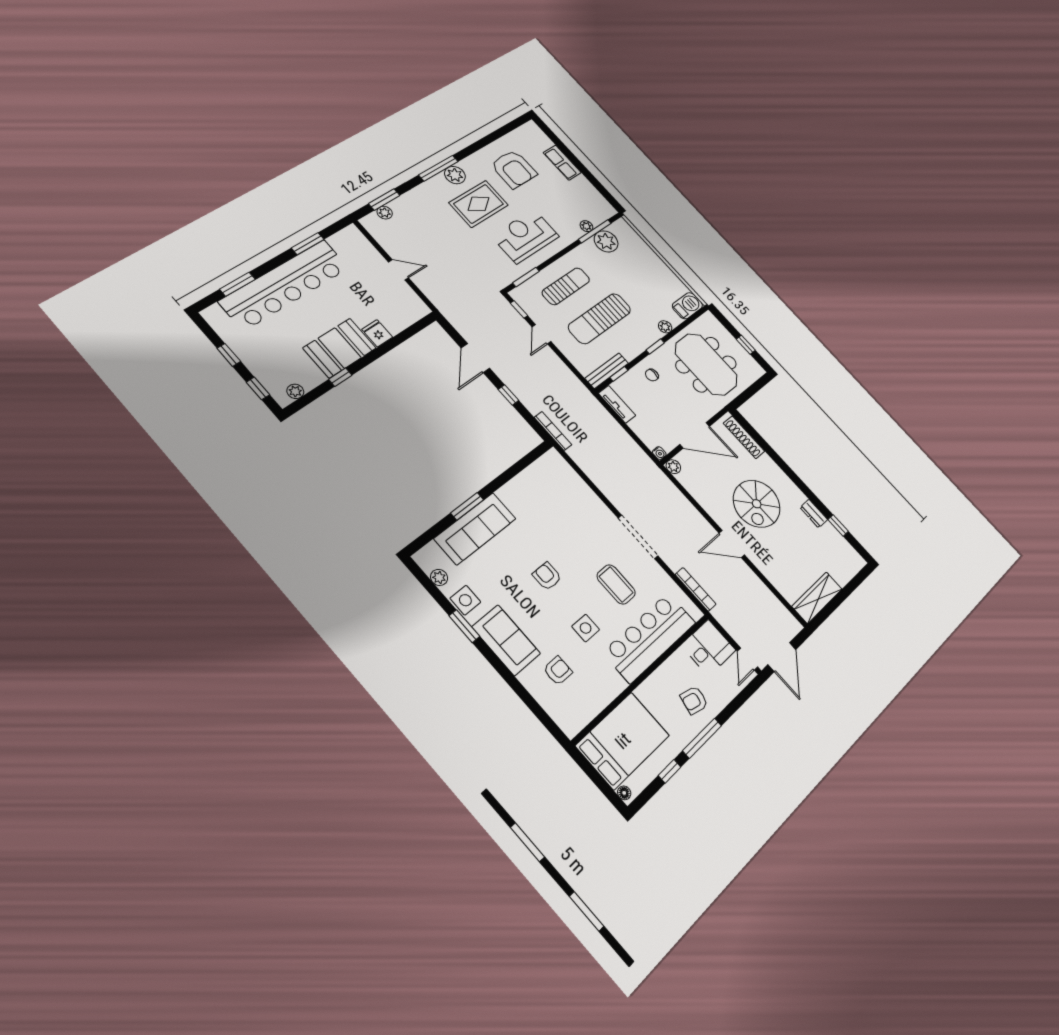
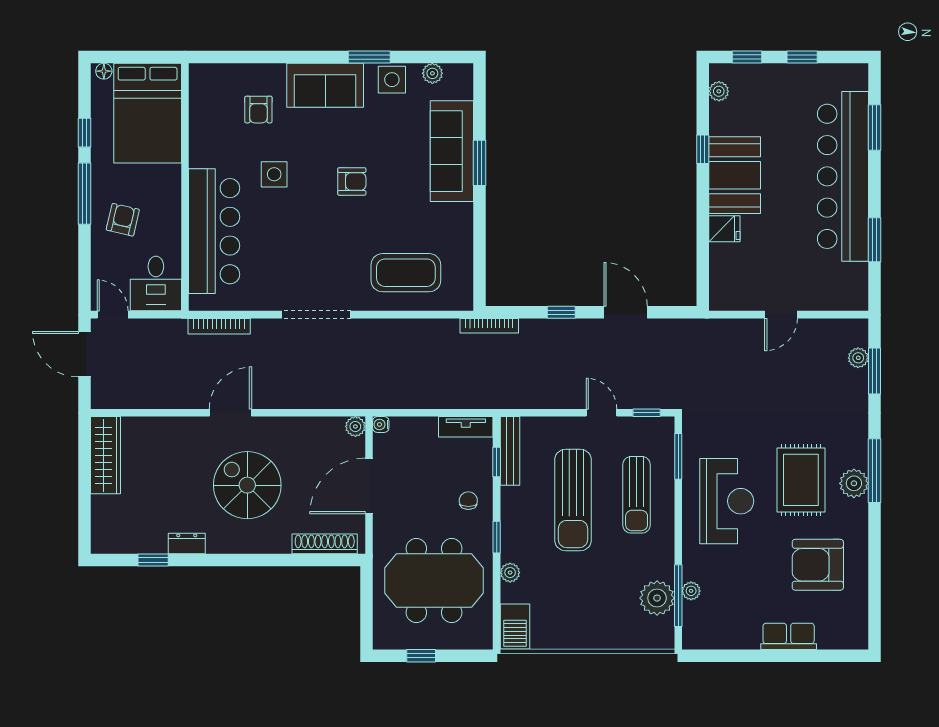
sun lounger: (600, 319) -> (573, 500), turned 180
coffee table: (616, 584) -> (406, 273), moved, width x1.36, depth x1.32

